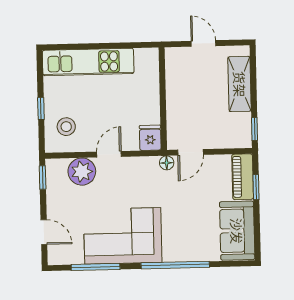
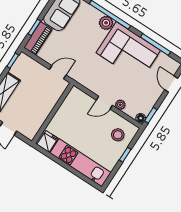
fridge: (150, 138) -> (47, 141), moved, turned 180
floor lamp: (167, 163) -> (141, 118), moved
plant: (82, 172) -> (120, 105), width x0.53, depth x0.53
plant: (173, 252) -> (106, 23), added

